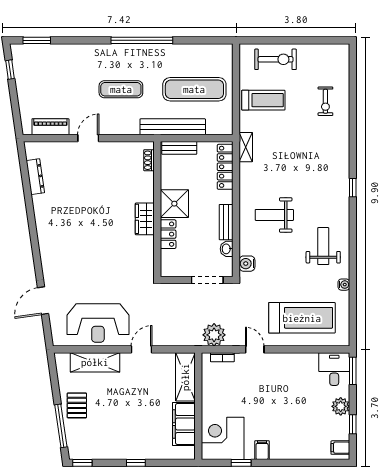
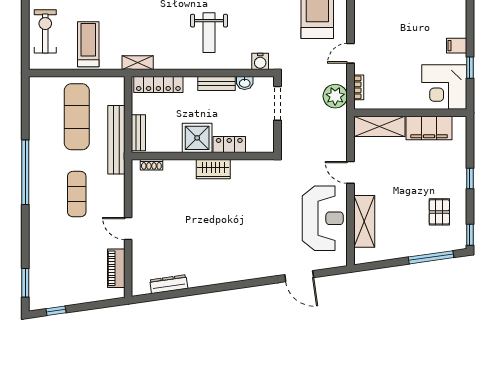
pallet: (77, 405) -> (439, 212), moved, turned 90

